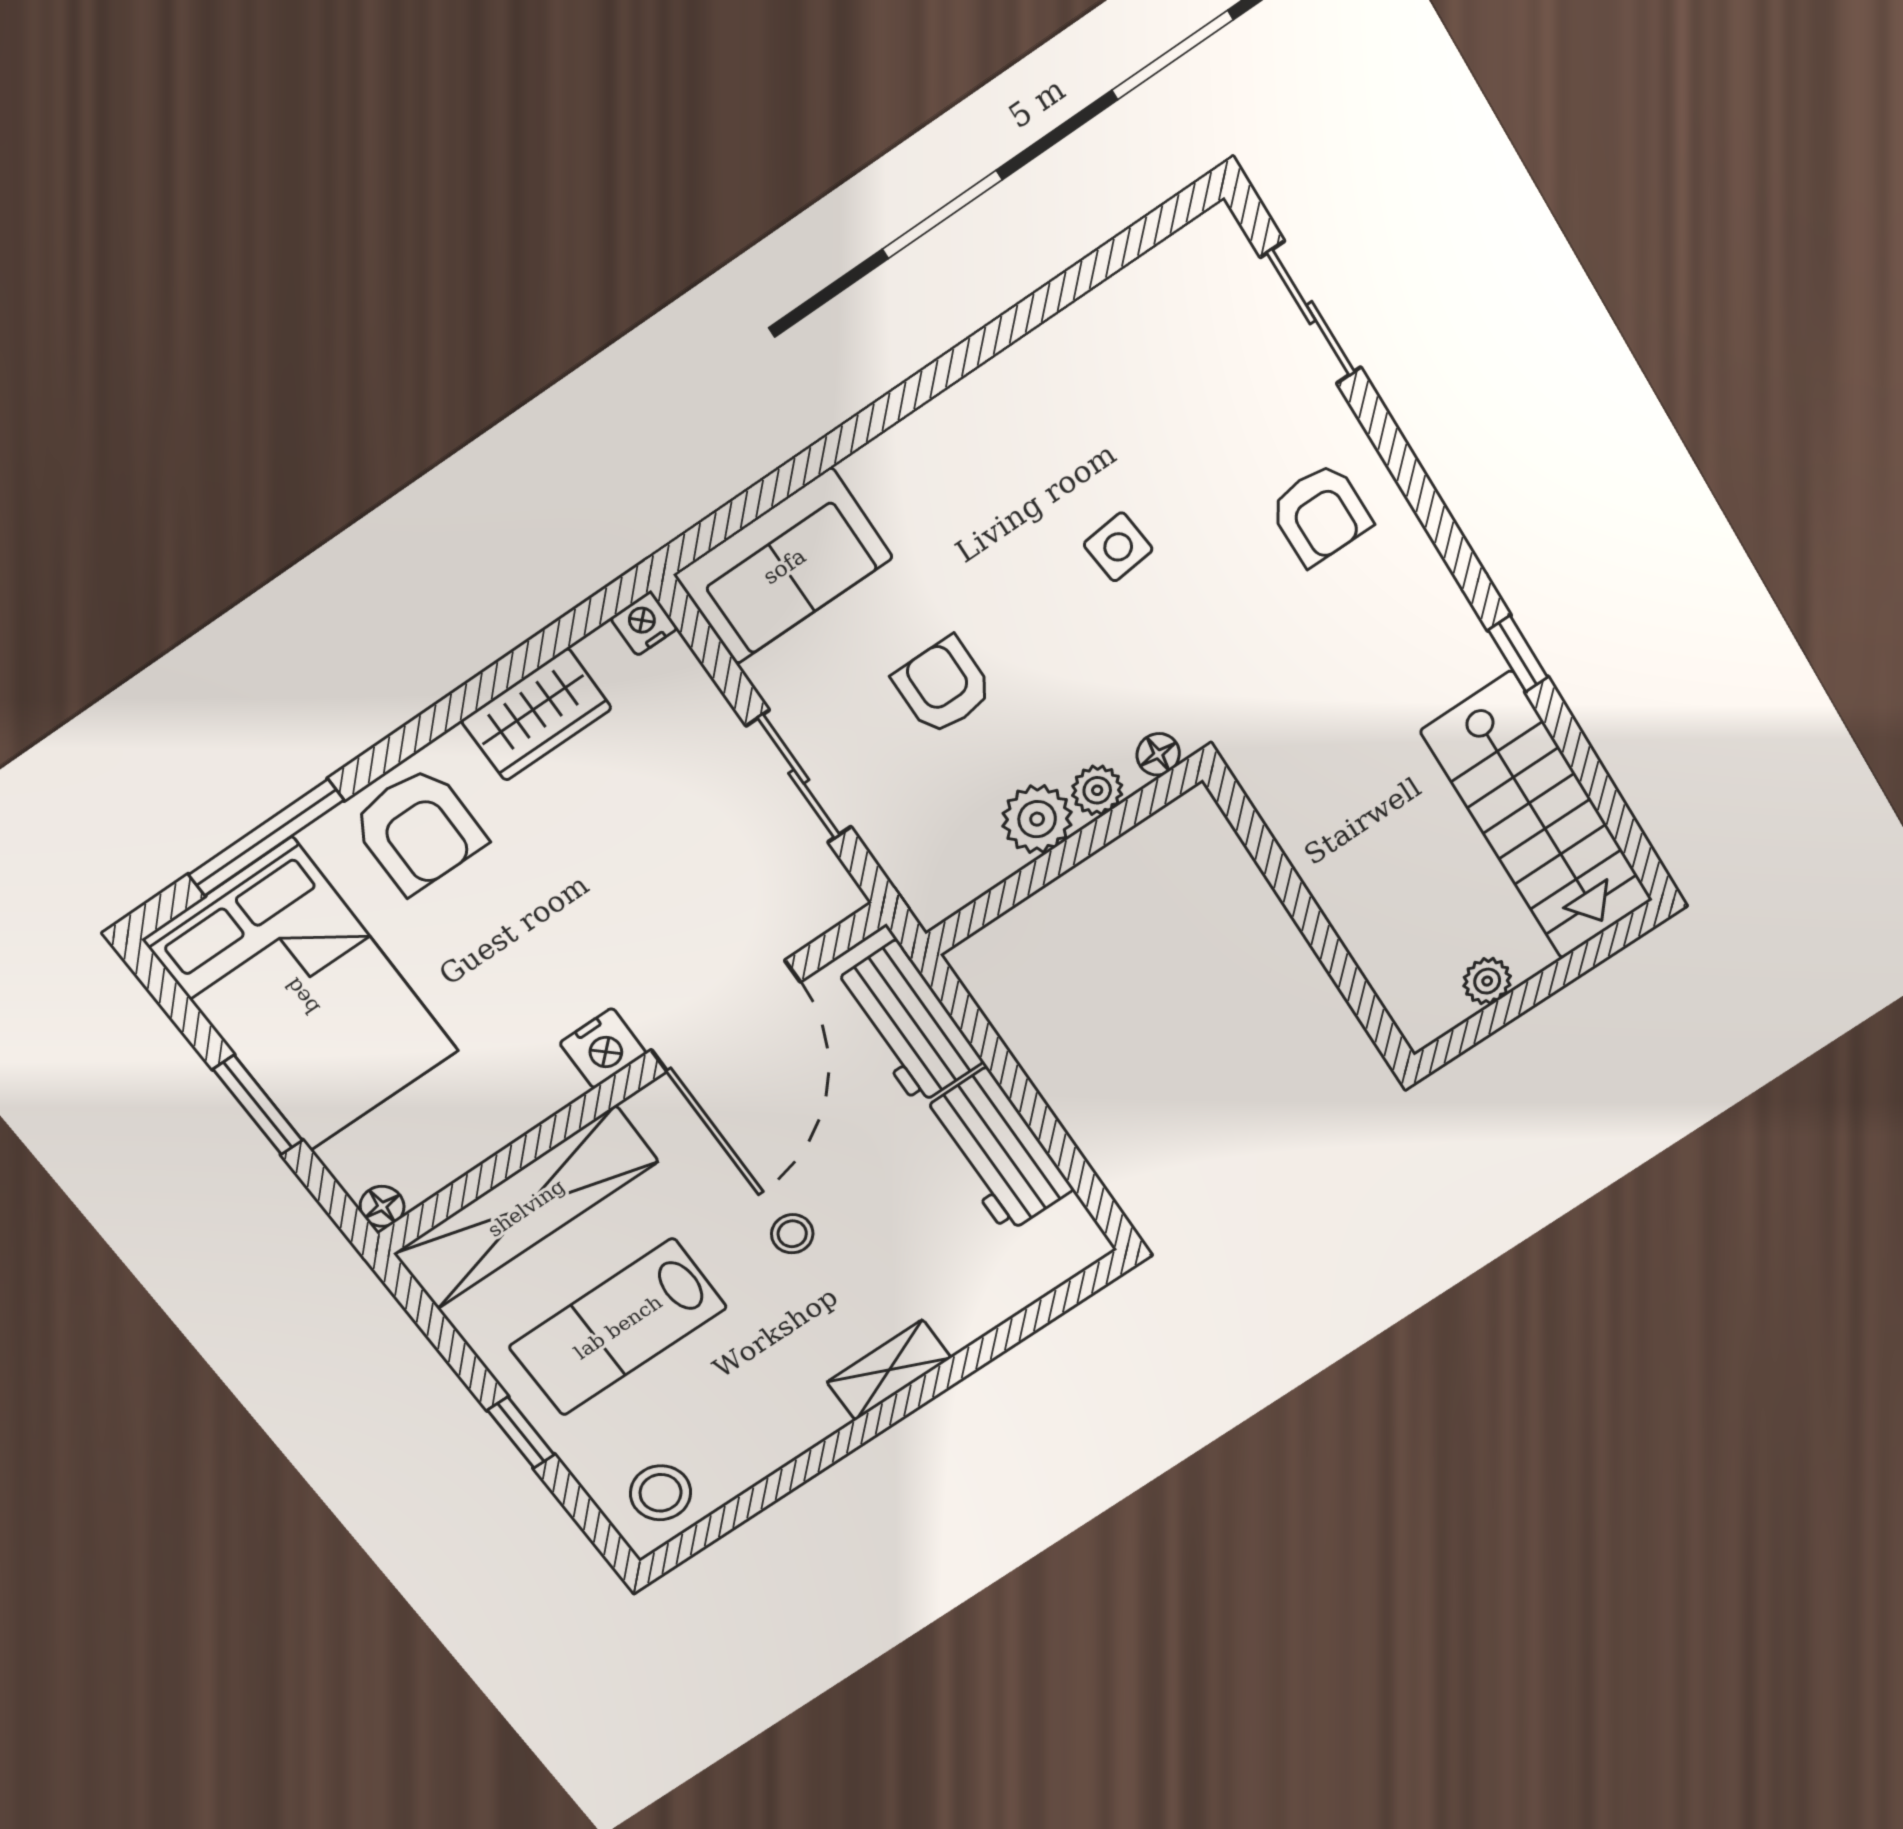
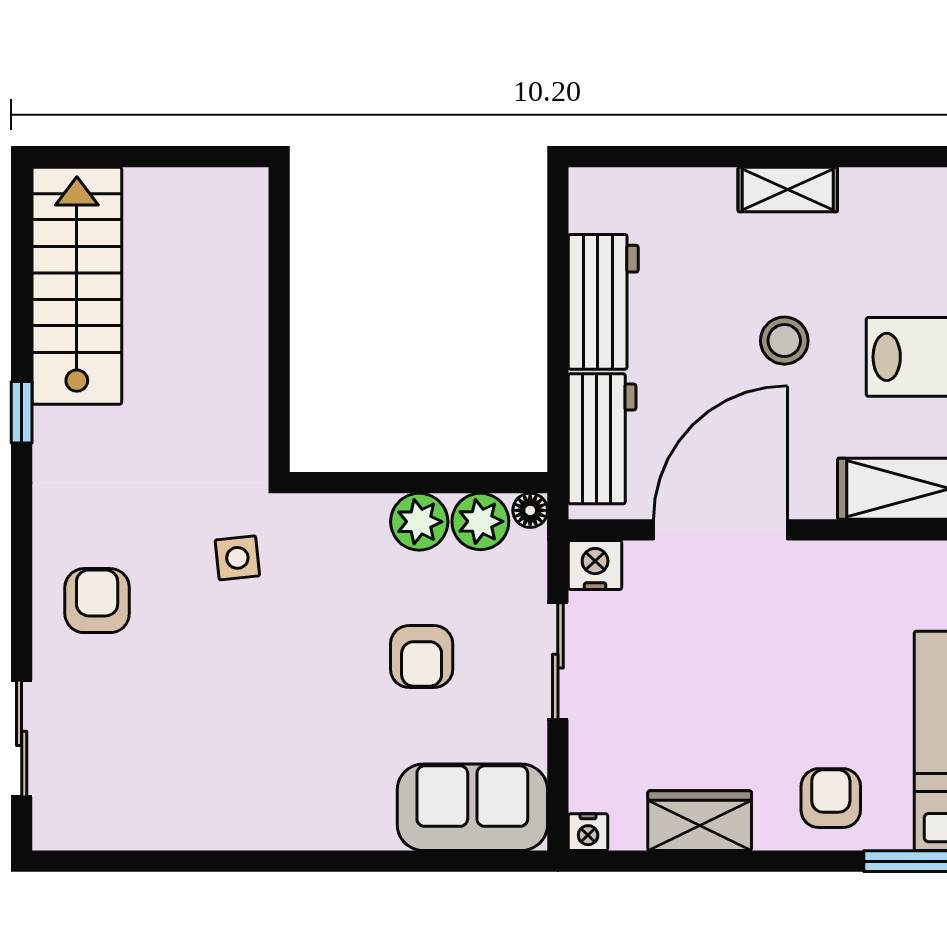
side table: (1118, 547) -> (237, 558), moved
floor lamp: (1158, 754) -> (530, 510), moved
plant: (1097, 790) -> (480, 521), moved, width x1.38, depth x1.38
armchair: (418, 830) -> (831, 798), width x0.72, depth x0.72
plant: (1487, 981) -> (184, 187), removed
nightstand: (603, 1048) -> (595, 565), moved
stool: (792, 1234) -> (784, 341), width x1.37, depth x1.37

